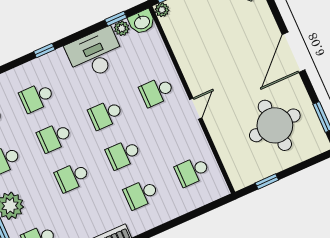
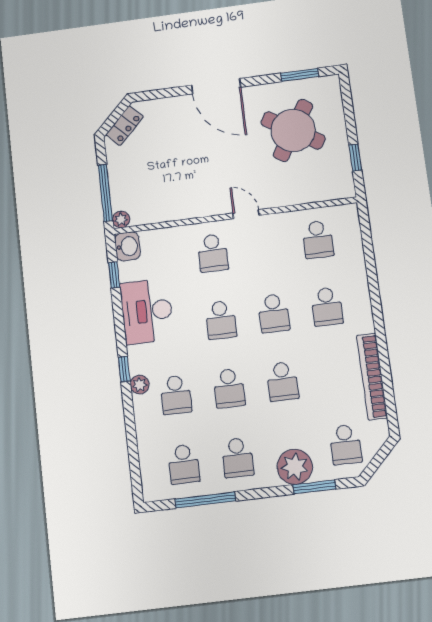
plant: (122, 28) -> (140, 385), moved
round table: (275, 125) -> (293, 130), turned 36

